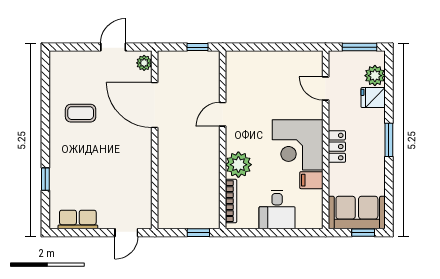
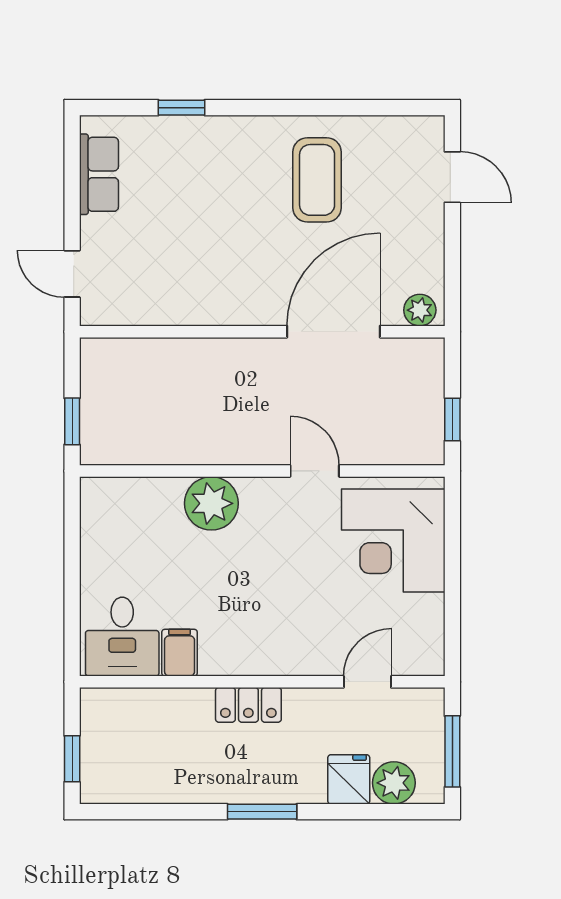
door: (113, 47) -> (452, 177), moved
coffee table: (81, 113) -> (317, 180), width x1.36, depth x1.30
corner desk: (298, 145) -> (393, 541), moved, turned -90
bookcase: (231, 201) -> (137, 488), removed
desk: (277, 210) -> (122, 637), moved, turned -90
sofa: (357, 213) -> (113, 746), removed

